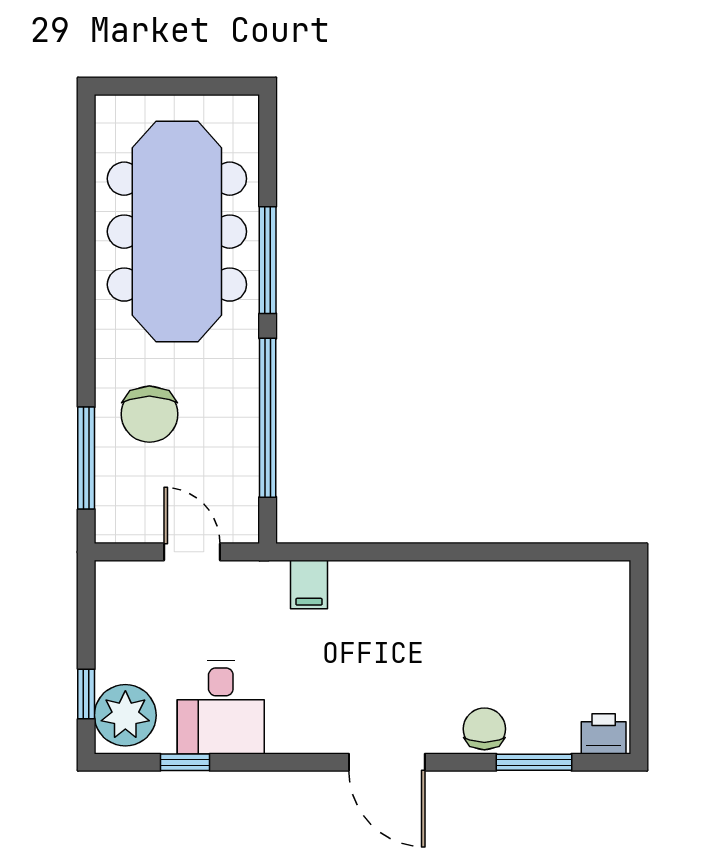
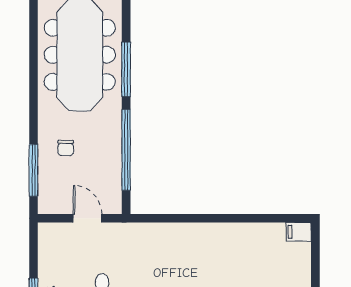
chair: (149, 414) -> (66, 148), width x0.54, depth x0.54
filing cabinet: (309, 585) -> (299, 232), moved, turned 90

